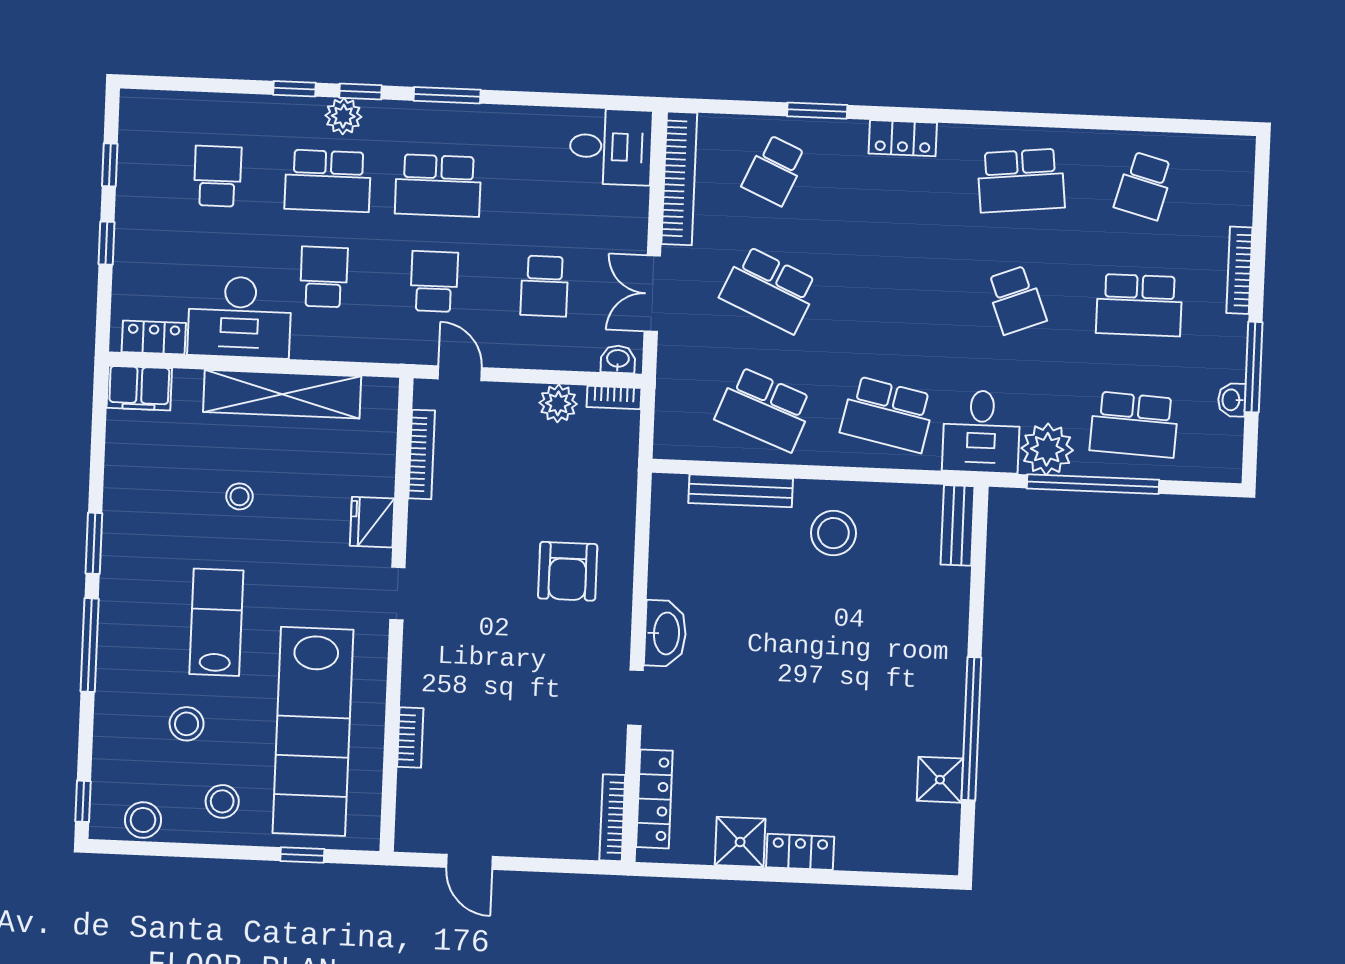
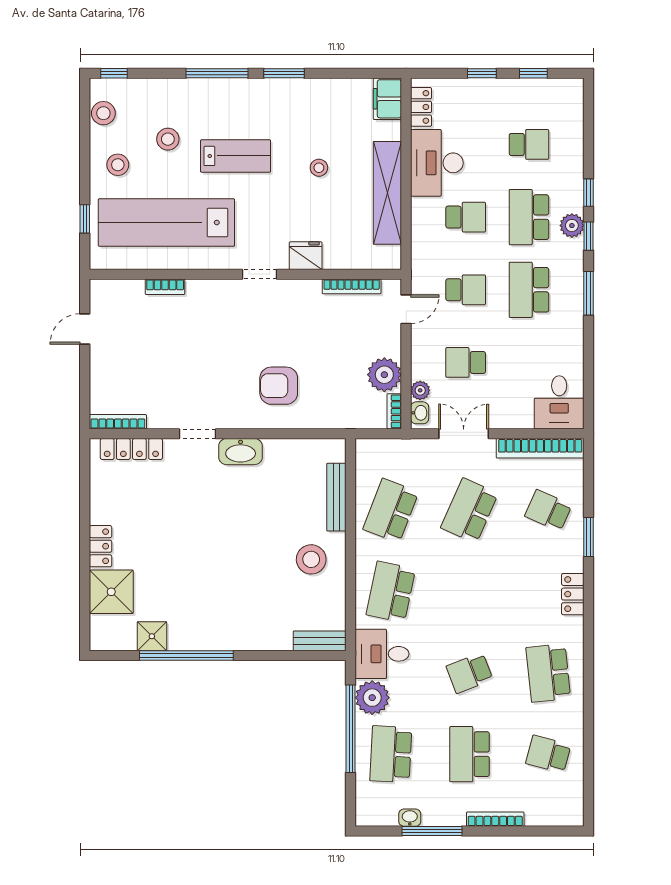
plant: (584, 357) -> (420, 390), added
plant: (558, 403) -> (384, 375), width x1.36, depth x1.36
shower: (740, 842) -> (111, 592), moved, width x1.36, depth x1.36

